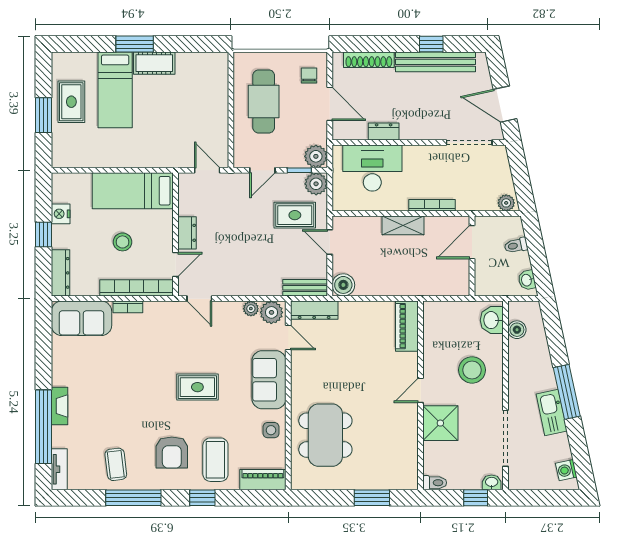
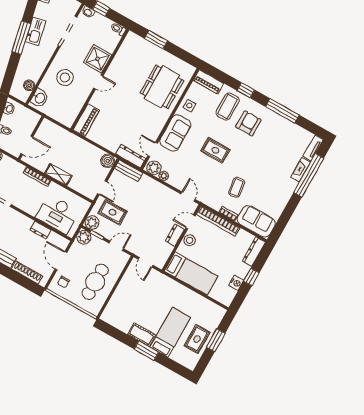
stool: (122, 242) -> (190, 240), moved
fireplace: (60, 406) -> (301, 170), moved
coffee table: (116, 464) -> (237, 187), moved

